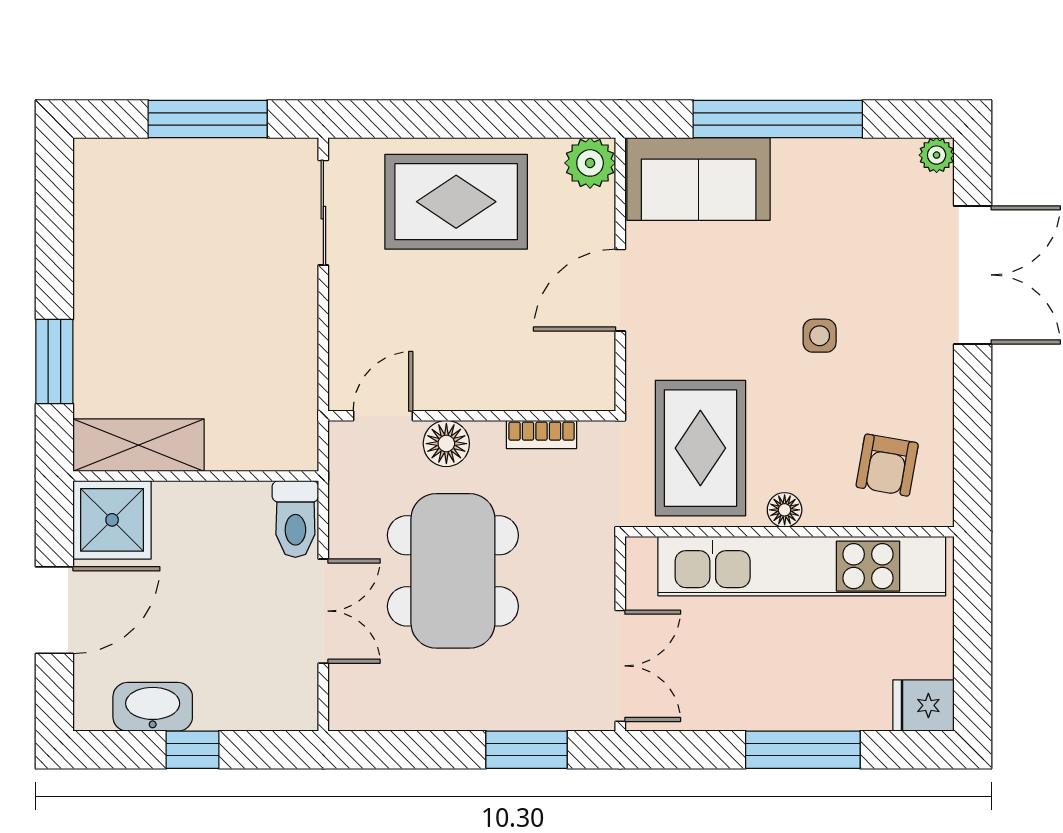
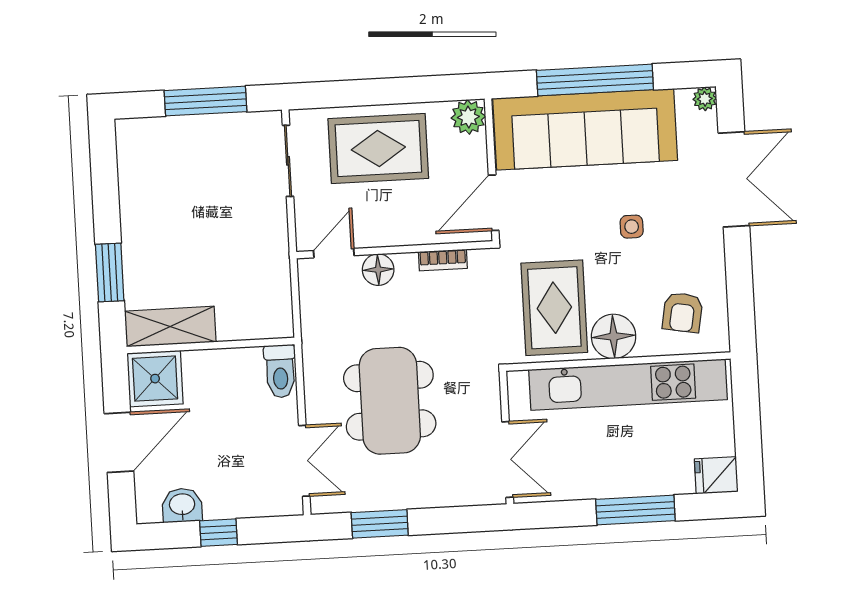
sofa: (699, 179) -> (585, 129), width x1.85, depth x1.27
door: (383, 416) -> (334, 253), moved
wall: (472, 416) -> (395, 250), moved
bookcase: (542, 434) -> (443, 260), moved
floor lamp: (446, 444) -> (378, 270), moved
floor lamp: (785, 510) -> (614, 336), width x1.89, depth x1.89
double door: (323, 611) -> (304, 461), moved
washbasin: (153, 707) -> (182, 505), width x0.72
window: (526, 750) -> (380, 524), moved

